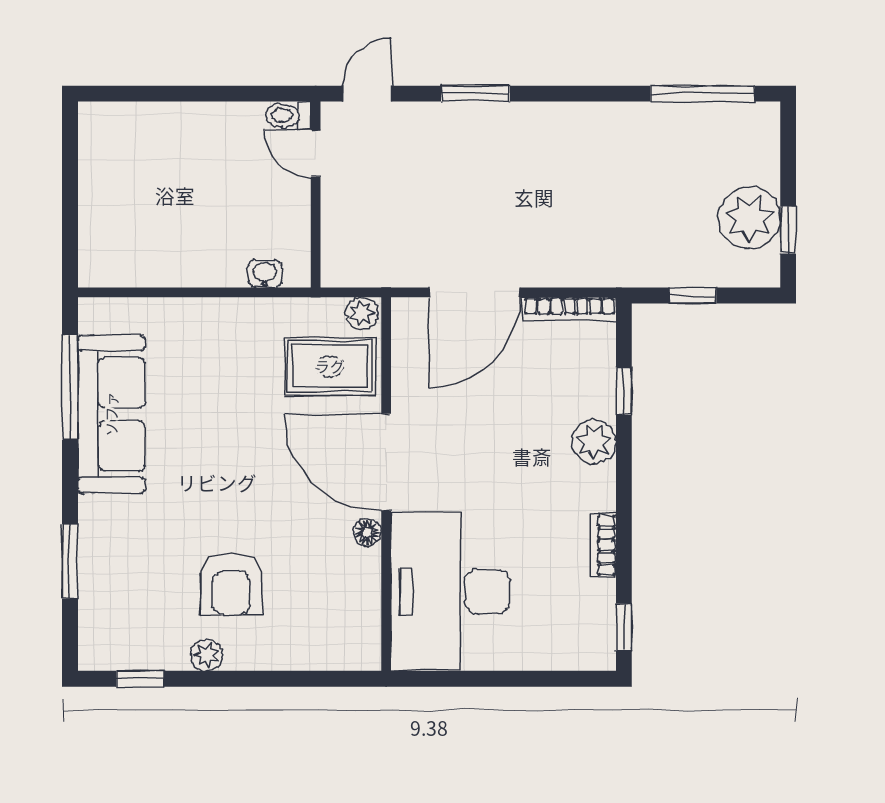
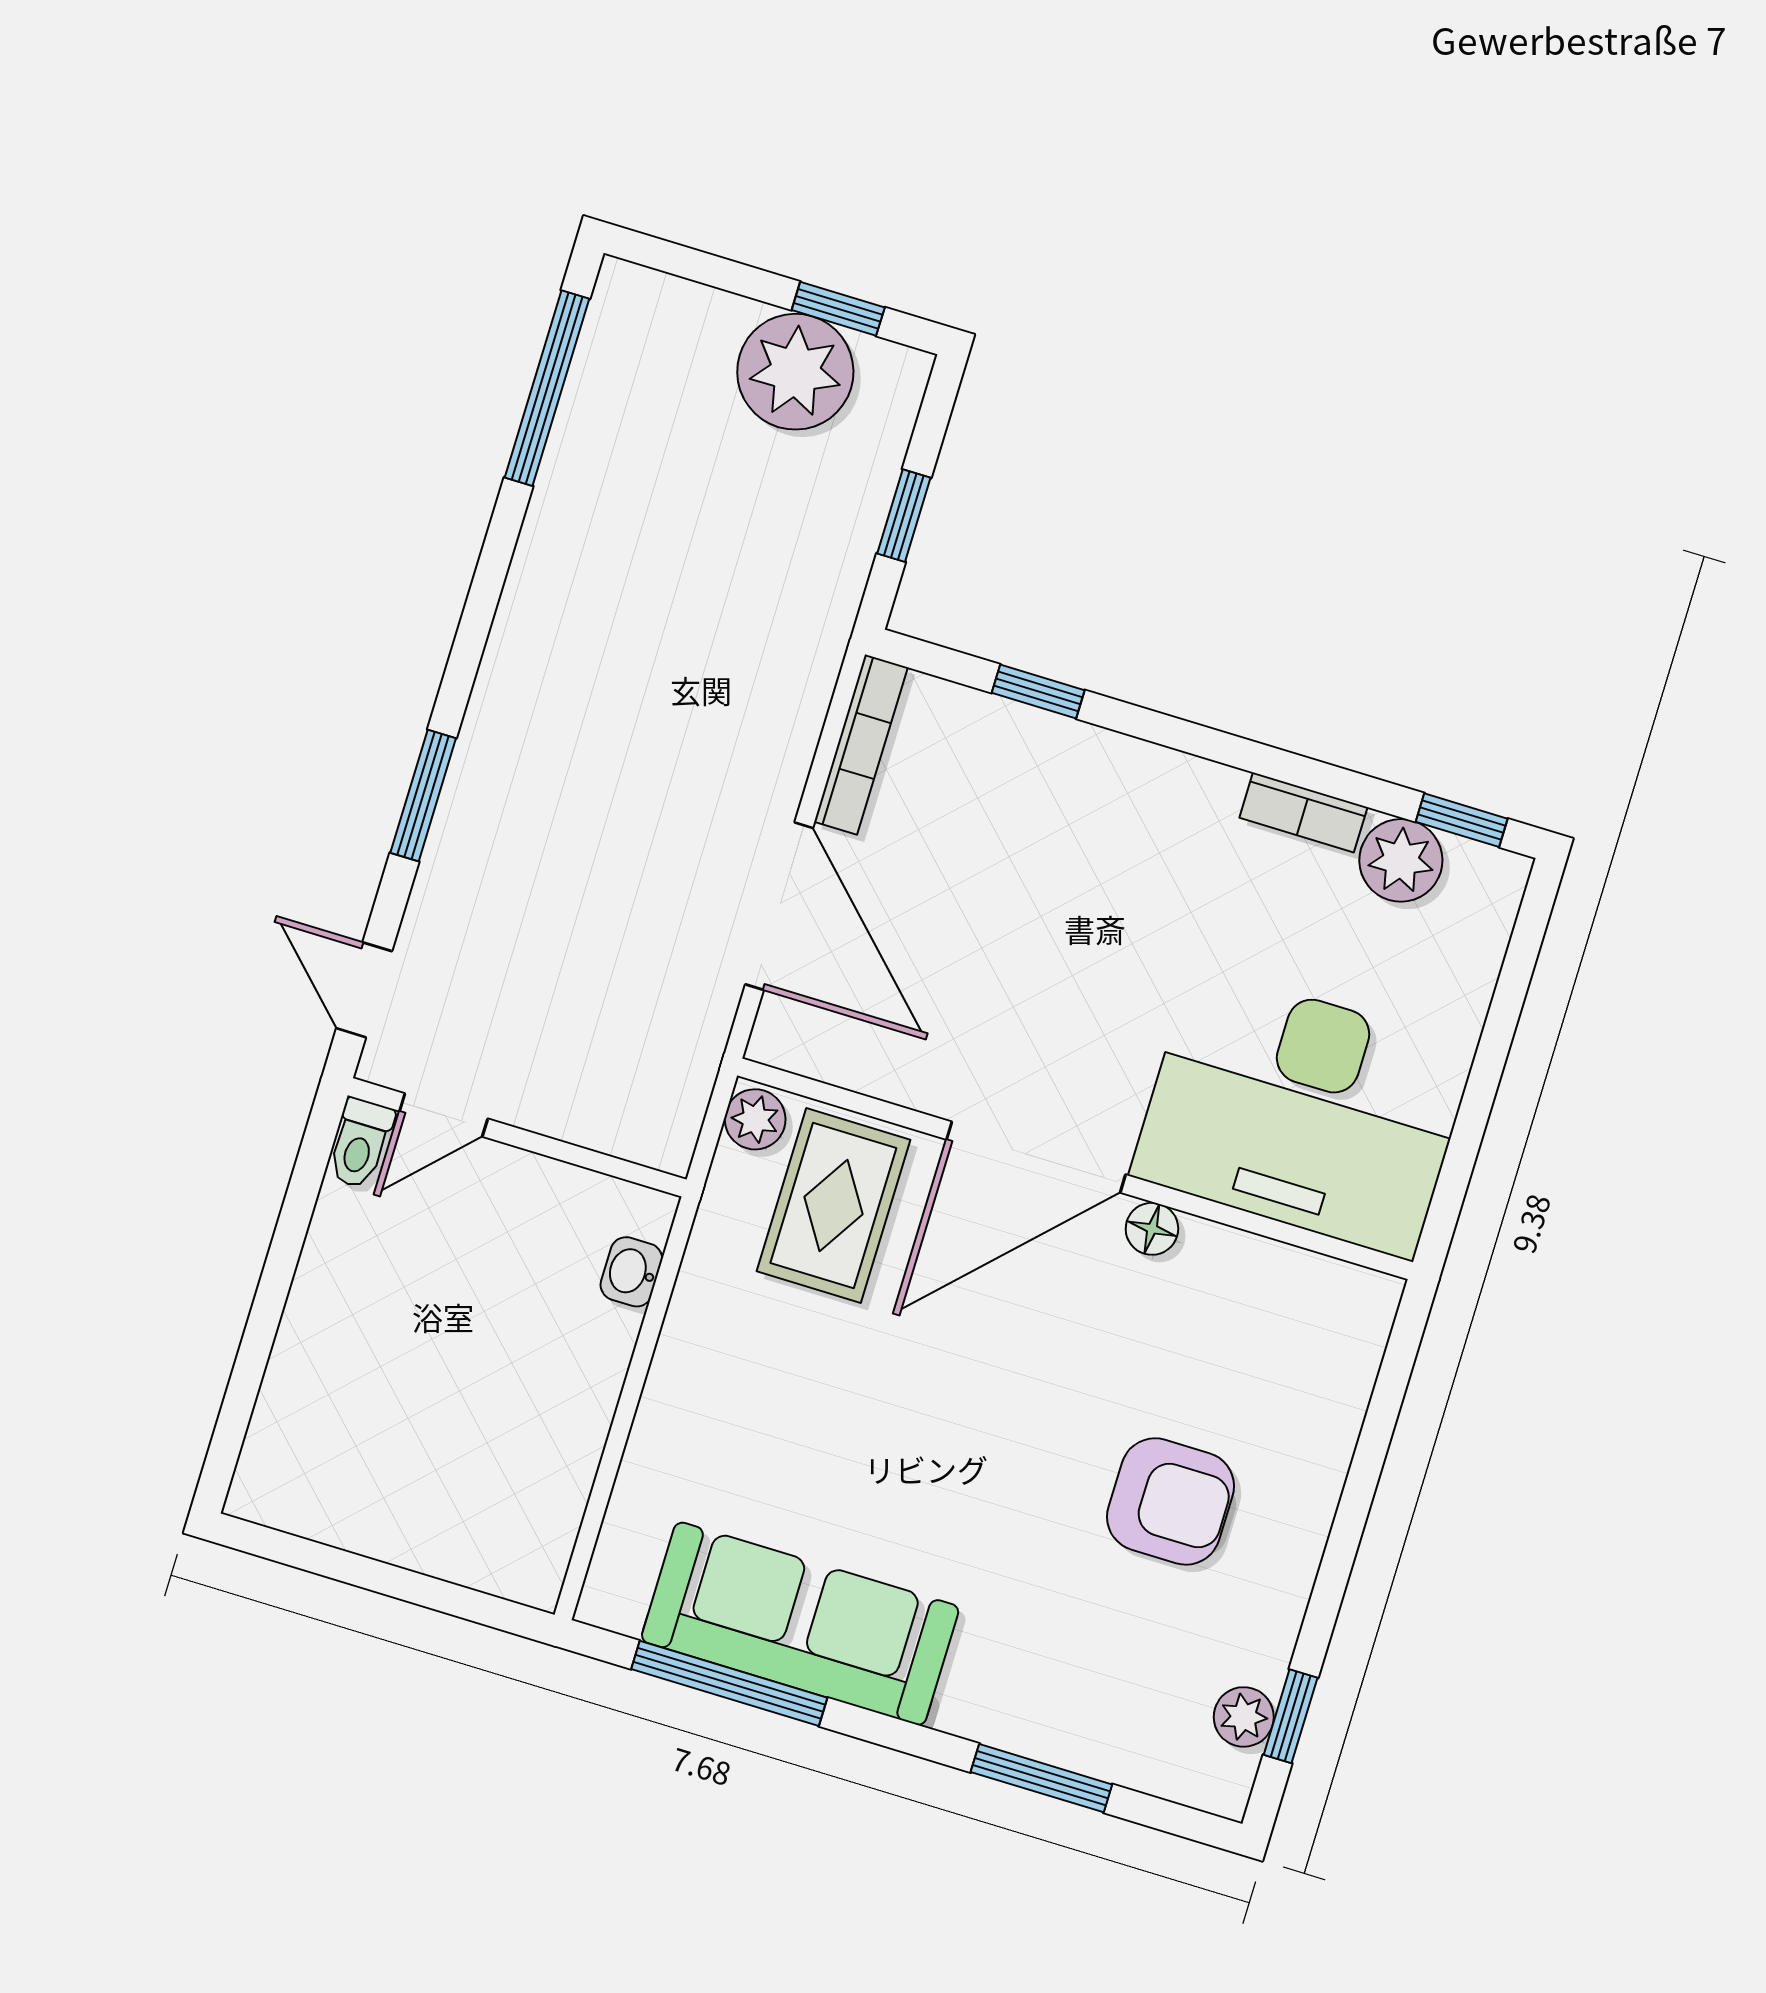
plant: (594, 442) -> (1401, 860), moved
plant: (207, 655) -> (1244, 1717), moved

